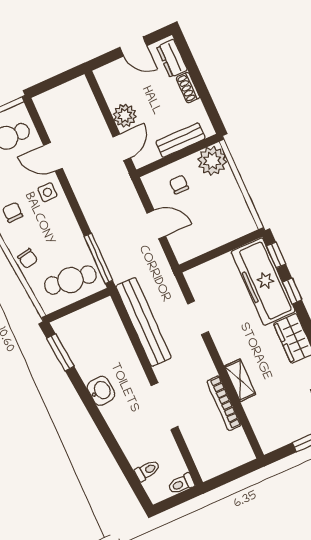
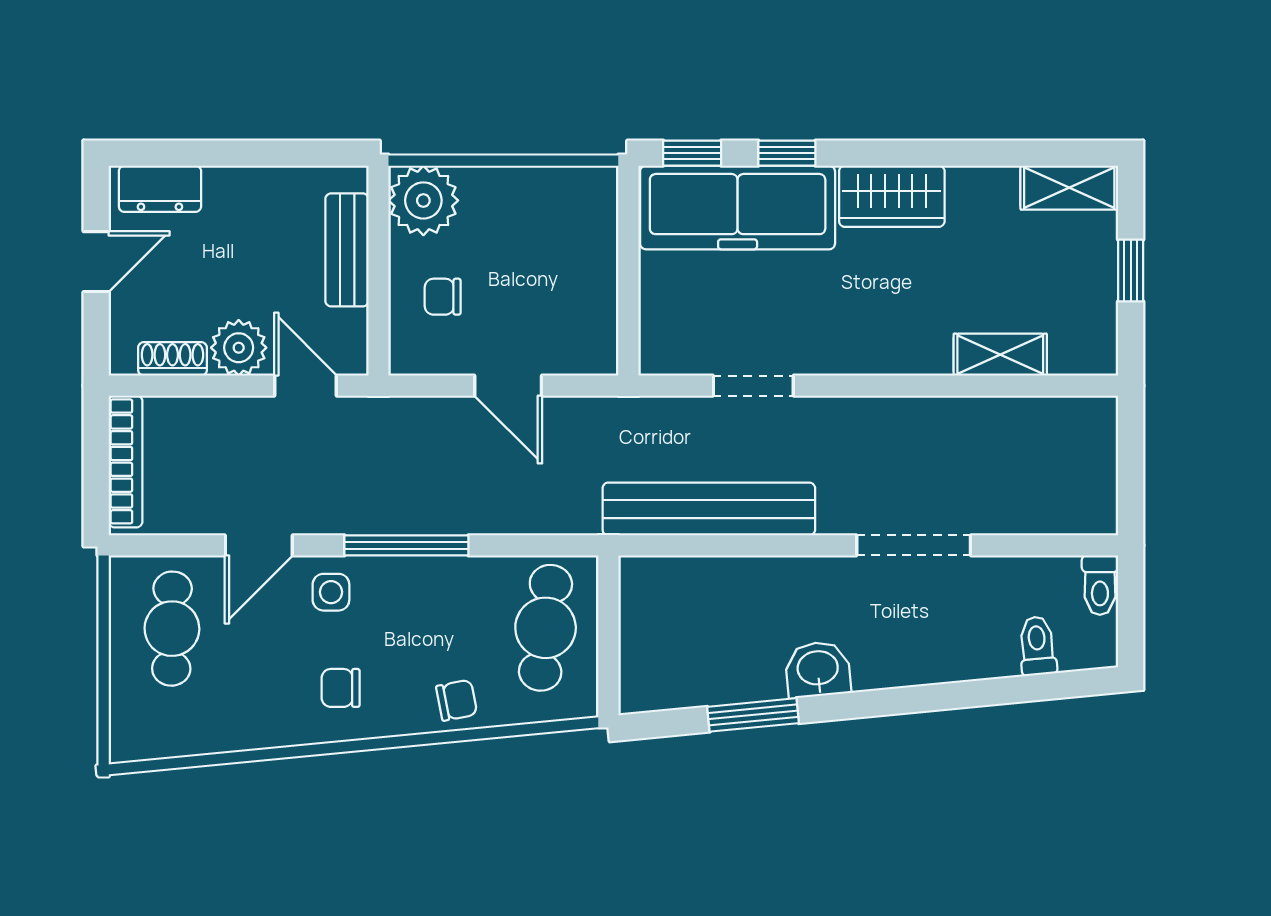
shoe rack: (188, 88) -> (173, 359), moved, turned 180
door: (156, 225) -> (508, 386), swing flipped
window: (98, 258) -> (406, 545), moved
window: (60, 352) -> (753, 715), moved
shelving: (240, 380) -> (1000, 355), moved
bookcase: (224, 403) -> (125, 461), moved, turned -90

